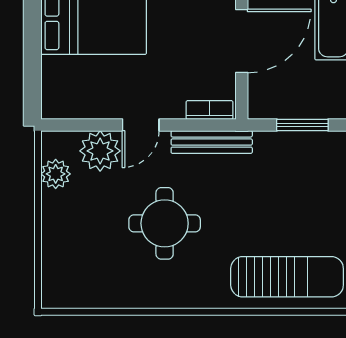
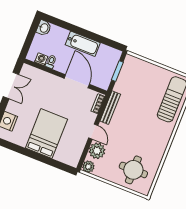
plant: (56, 174) -> (88, 167), moved
round table: (165, 223) -> (133, 170), moved

